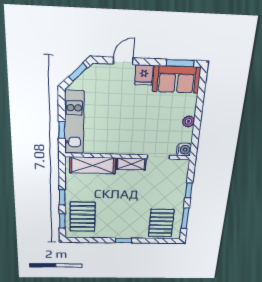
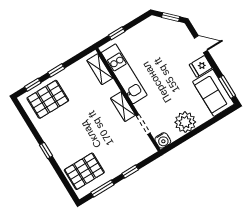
plant: (188, 121) -> (185, 122), width x1.87, depth x1.87
kitchen unit: (74, 122) -> (124, 74), moved, turned -90
shelving: (93, 165) -> (100, 69), width x0.67, depth x0.75

